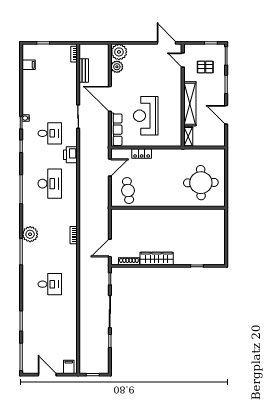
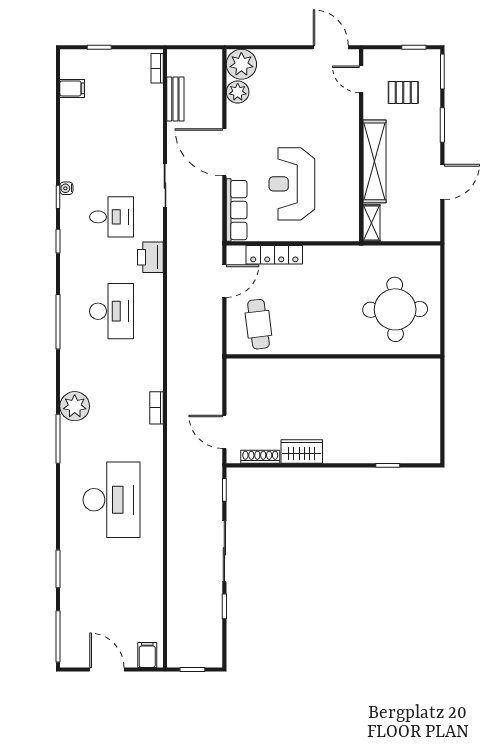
door: (226, 115) -> (442, 182), swing flipped
locker: (142, 153) -> (274, 255), width x1.53
door: (110, 248) -> (224, 432), hinge flipped
wardrobe: (157, 258) -> (302, 451), width x0.67
desk: (50, 284) -> (112, 500), width x1.87, depth x1.30

